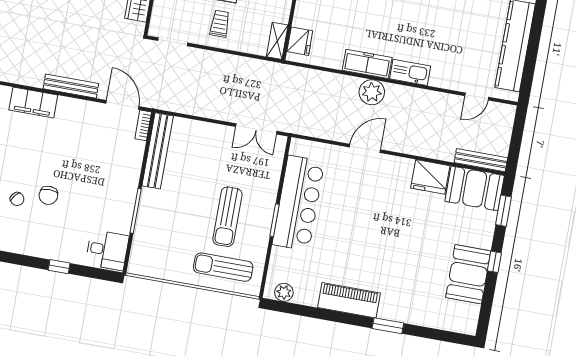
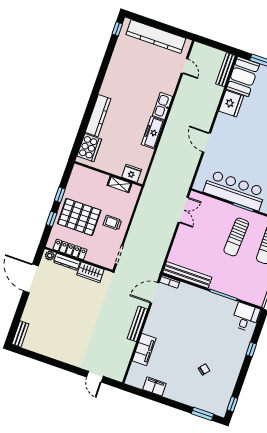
shelving: (277, 41) -> (119, 184), moved
plant: (372, 92) -> (171, 132), removed
chair: (48, 195) -> (205, 349), removed
sun lounger: (227, 217) -> (236, 237), turned 93

